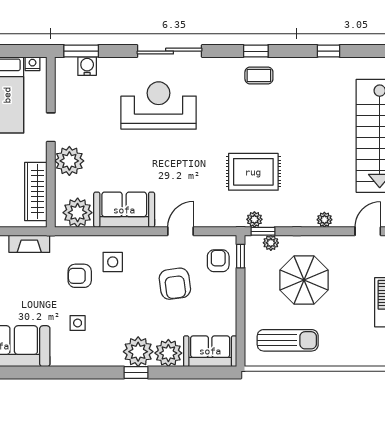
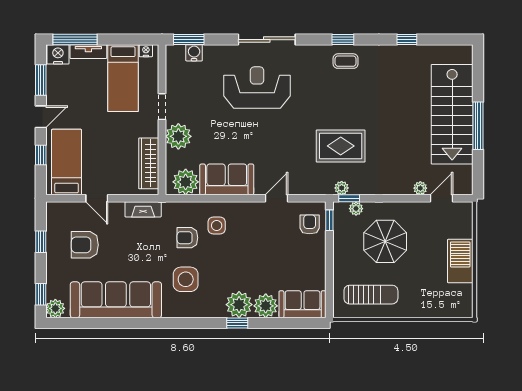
plant: (324, 220) -> (420, 188), moved
armchair: (175, 284) -> (271, 245), removed
side table: (78, 323) -> (186, 279), width x1.87, depth x1.87

